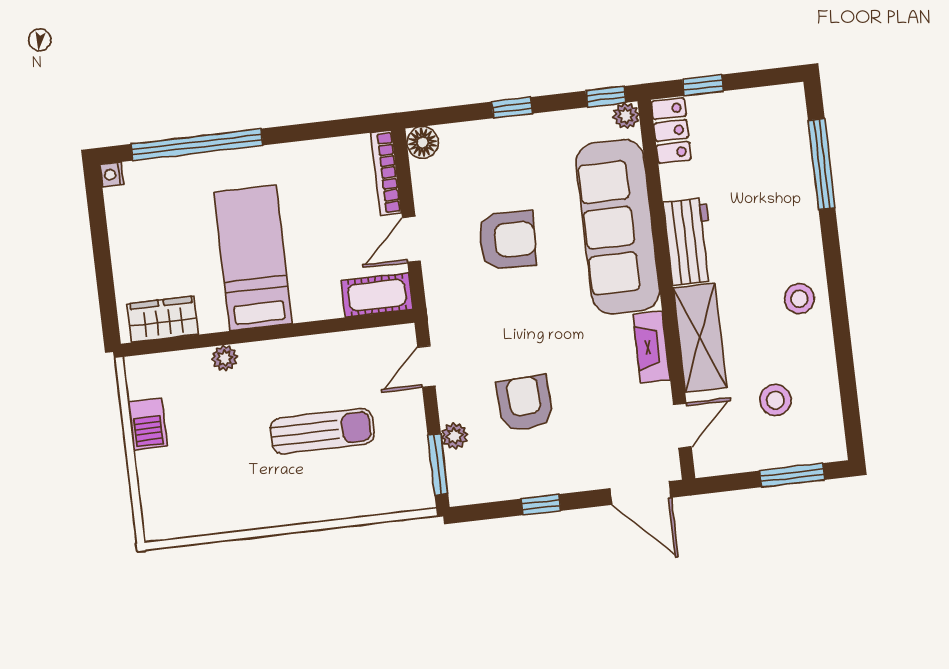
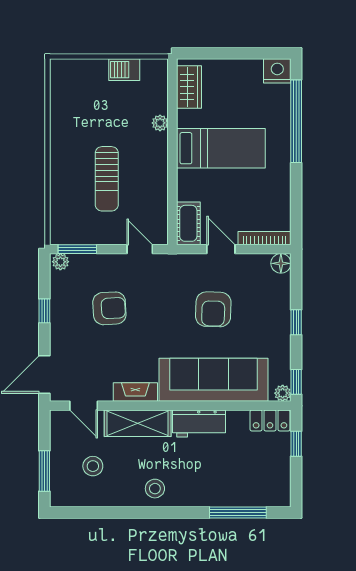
nightstand: (112, 175) -> (277, 71), width x1.89, depth x1.79
plant: (455, 436) -> (60, 262), moved

